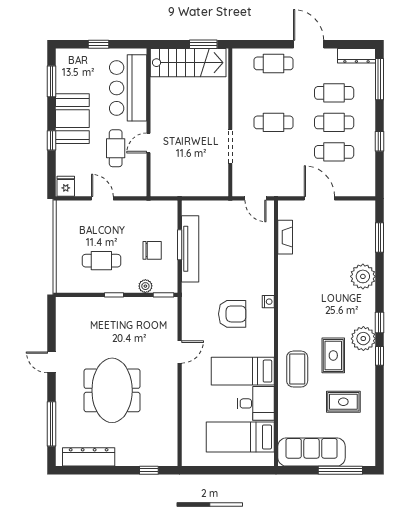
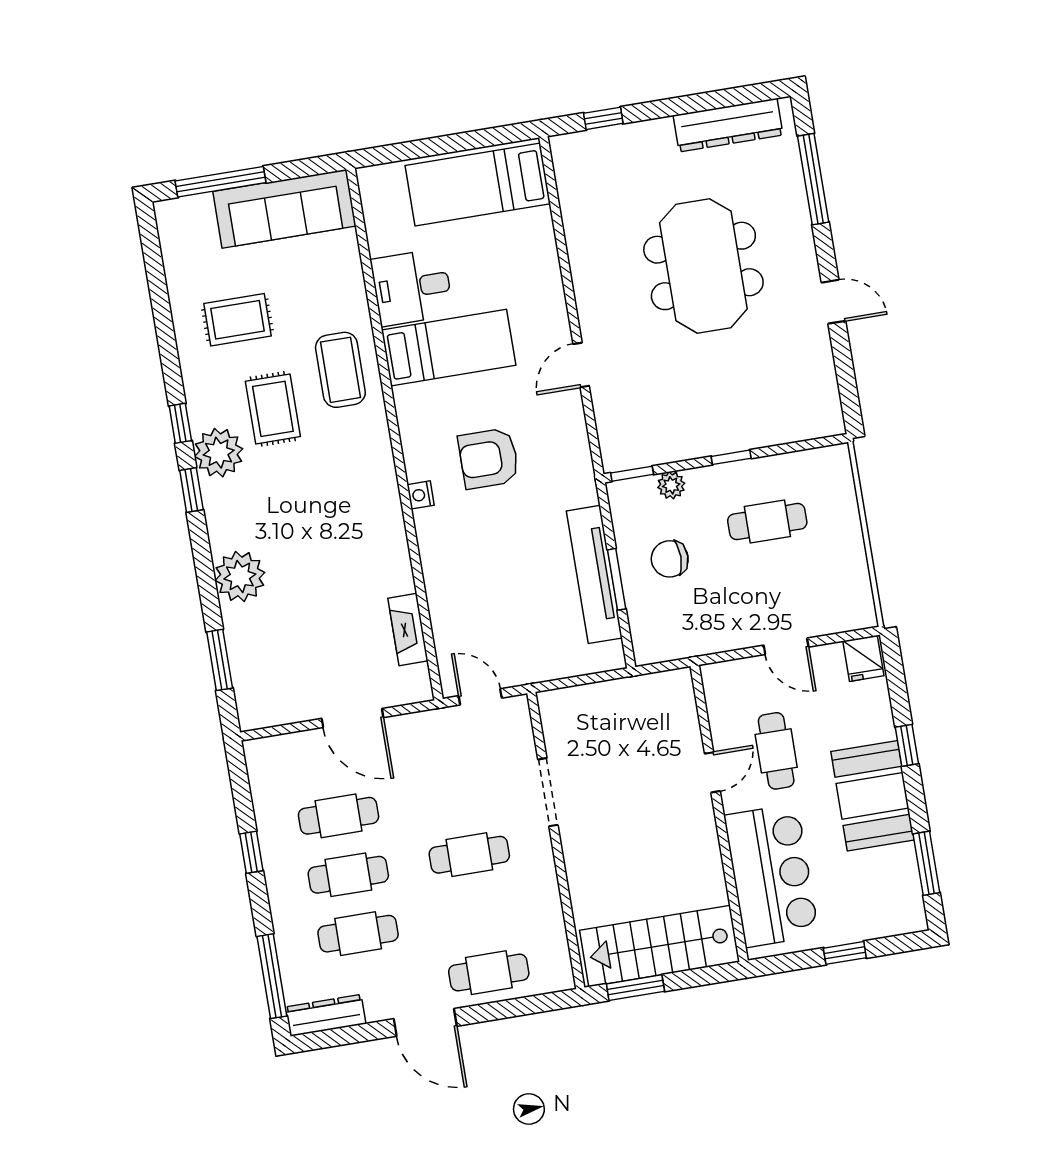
bed: (240, 437) -> (478, 185), moved, turned 180

